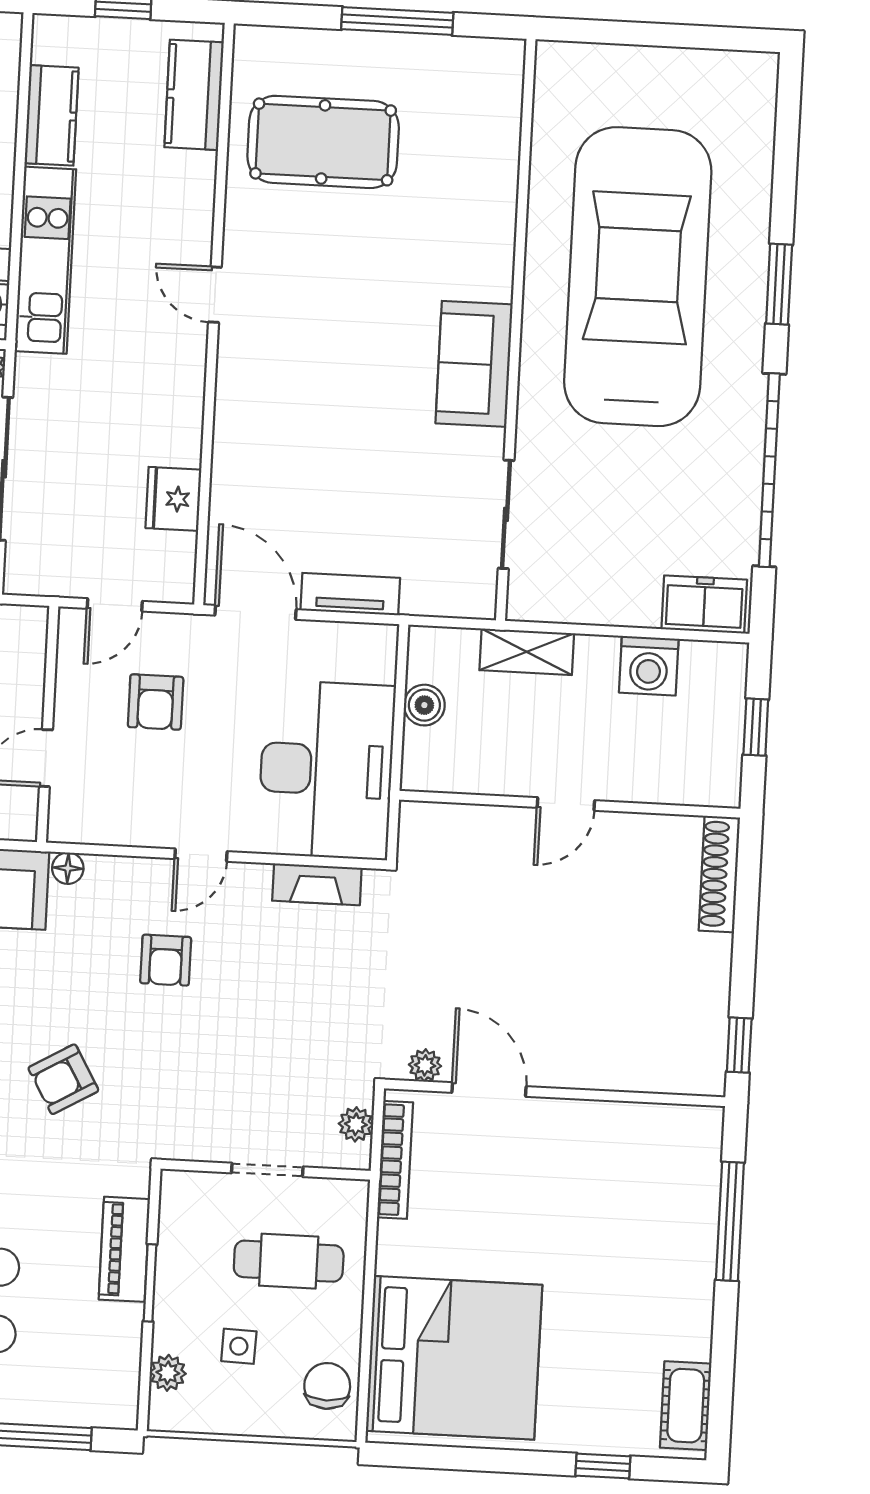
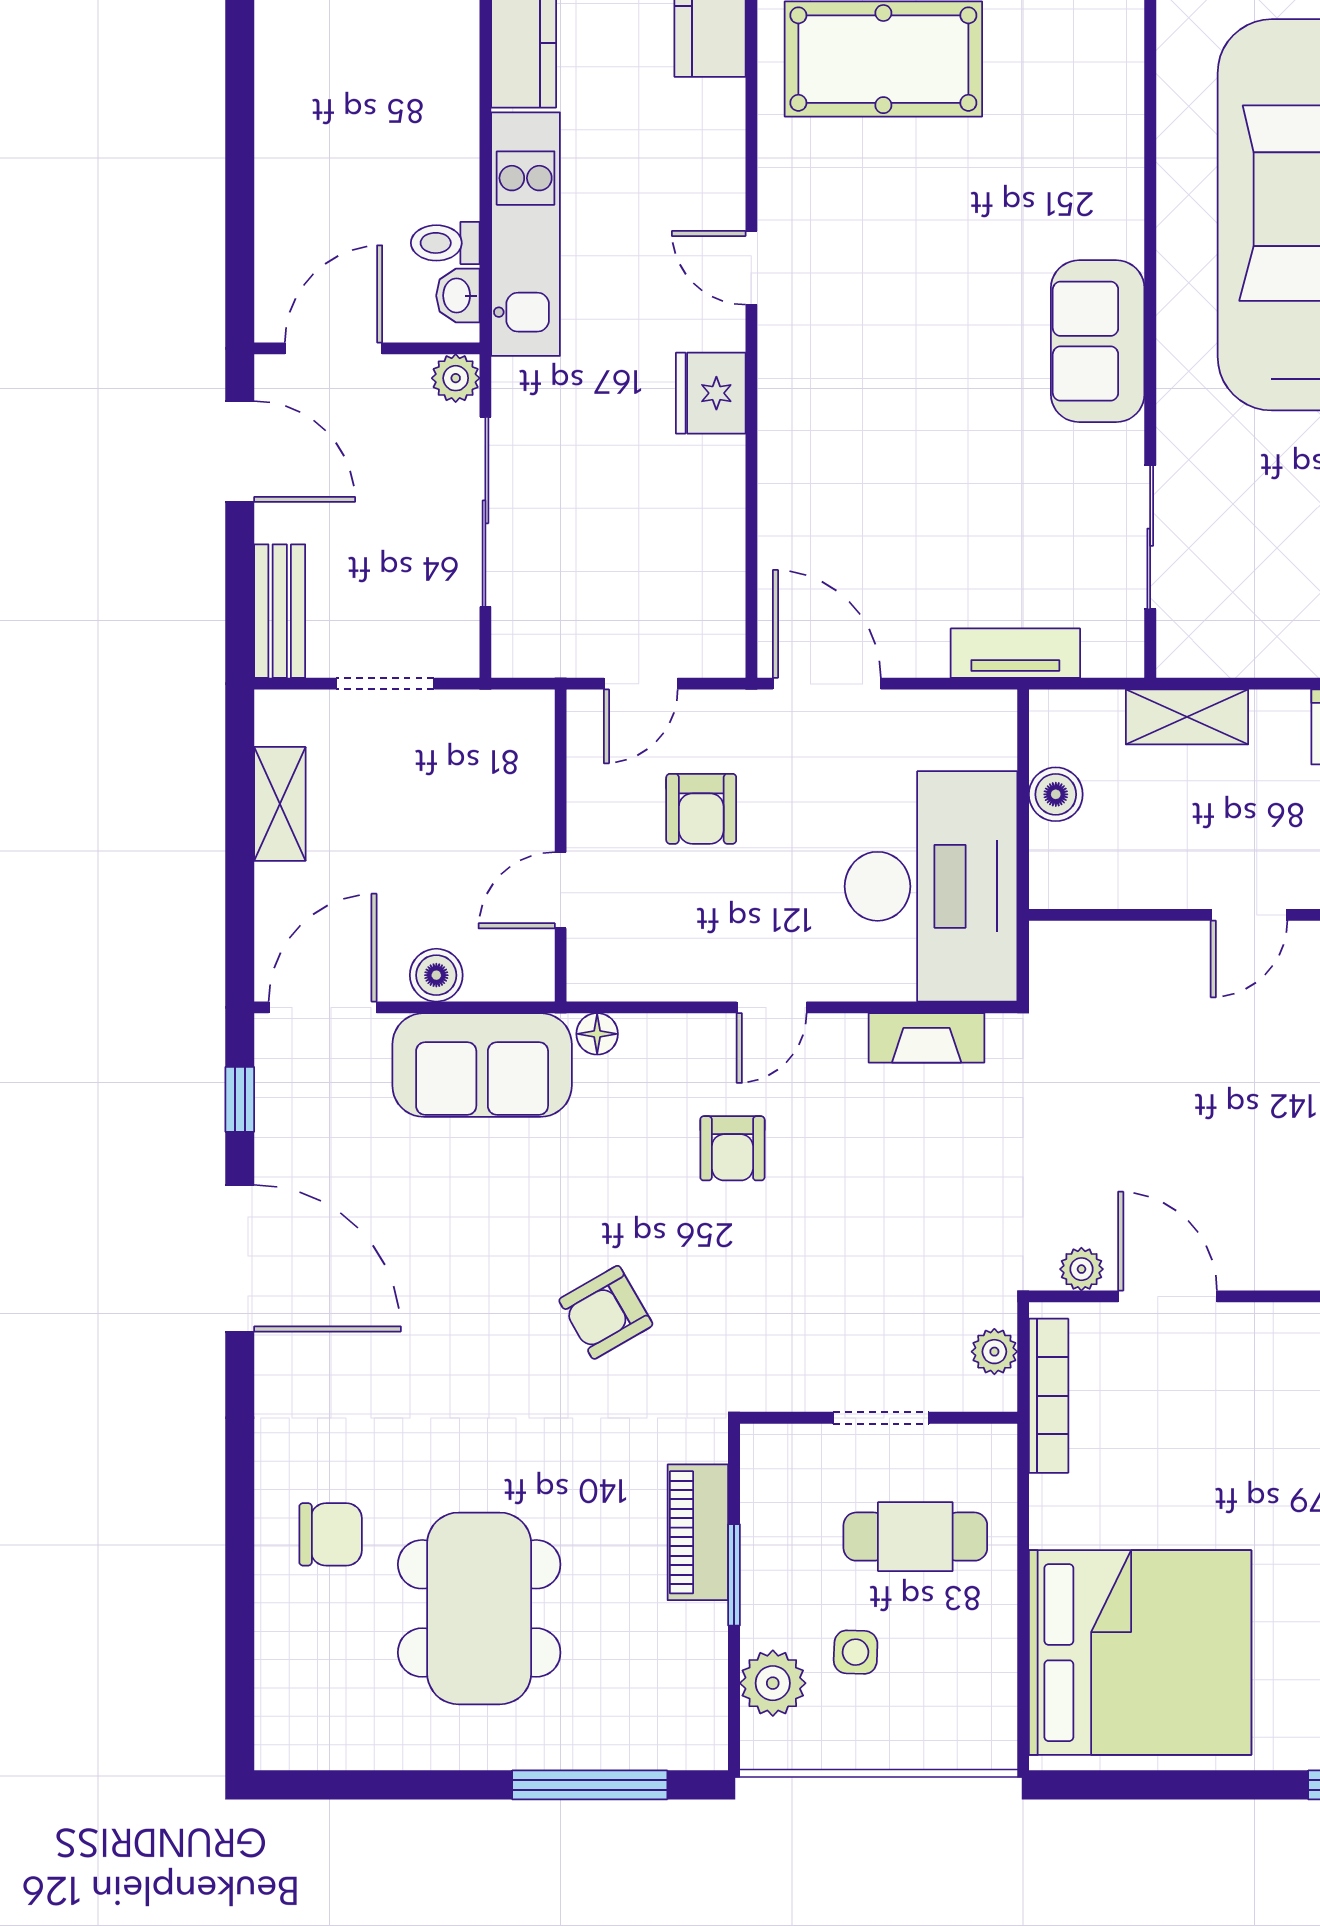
fridge: (173, 499) -> (711, 393), moved
tv unit: (350, 594) -> (1015, 653), moved
plant: (168, 1373) -> (773, 1683), width x1.38, depth x1.38
chair: (327, 1386) -> (975, 1698), removed

